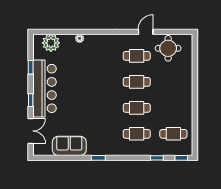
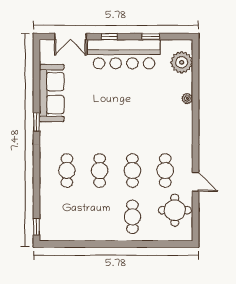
cafe table: (173, 134) -> (132, 217), moved
sofa: (69, 146) -> (52, 93), width x1.36
window: (157, 158) -> (37, 196), removed

